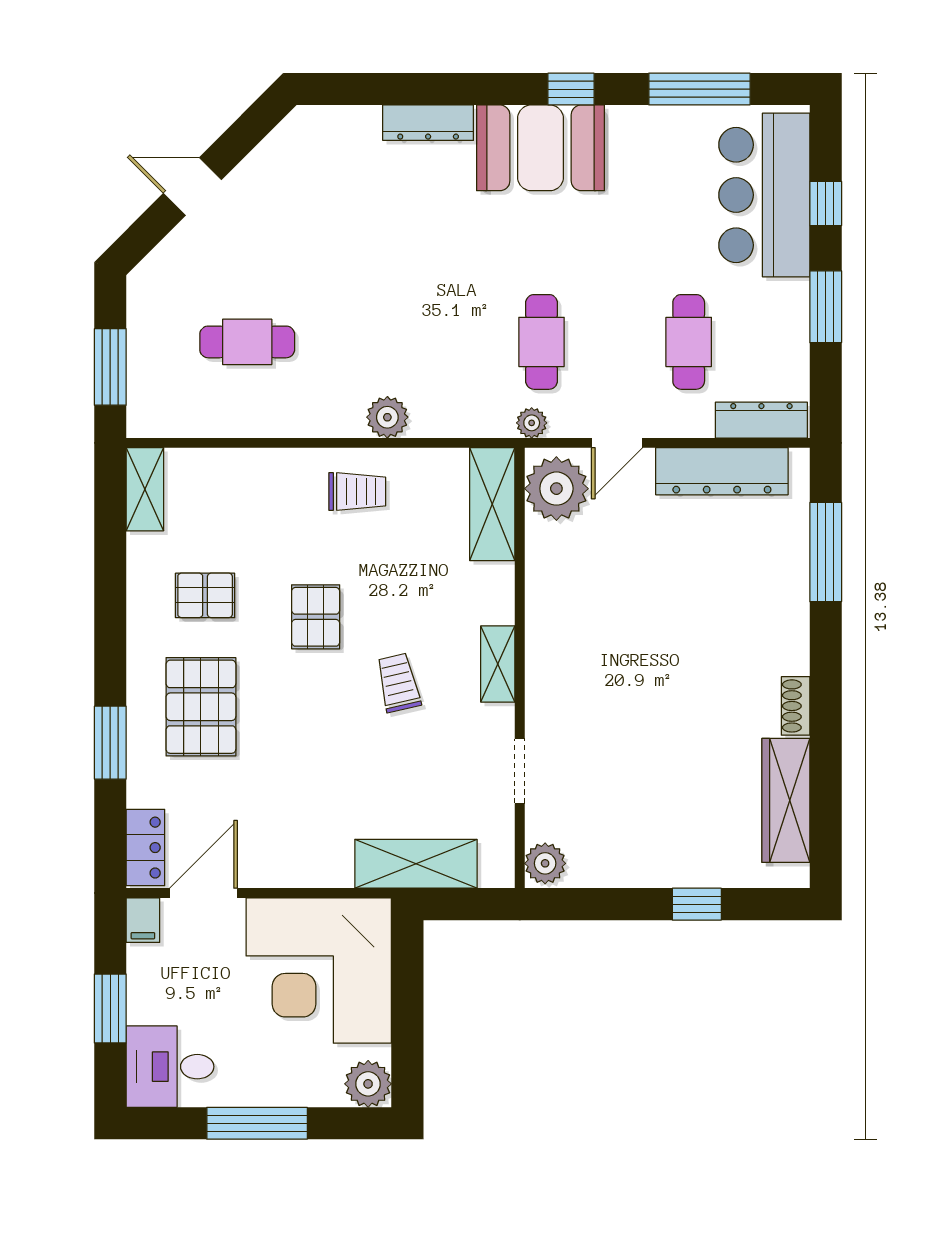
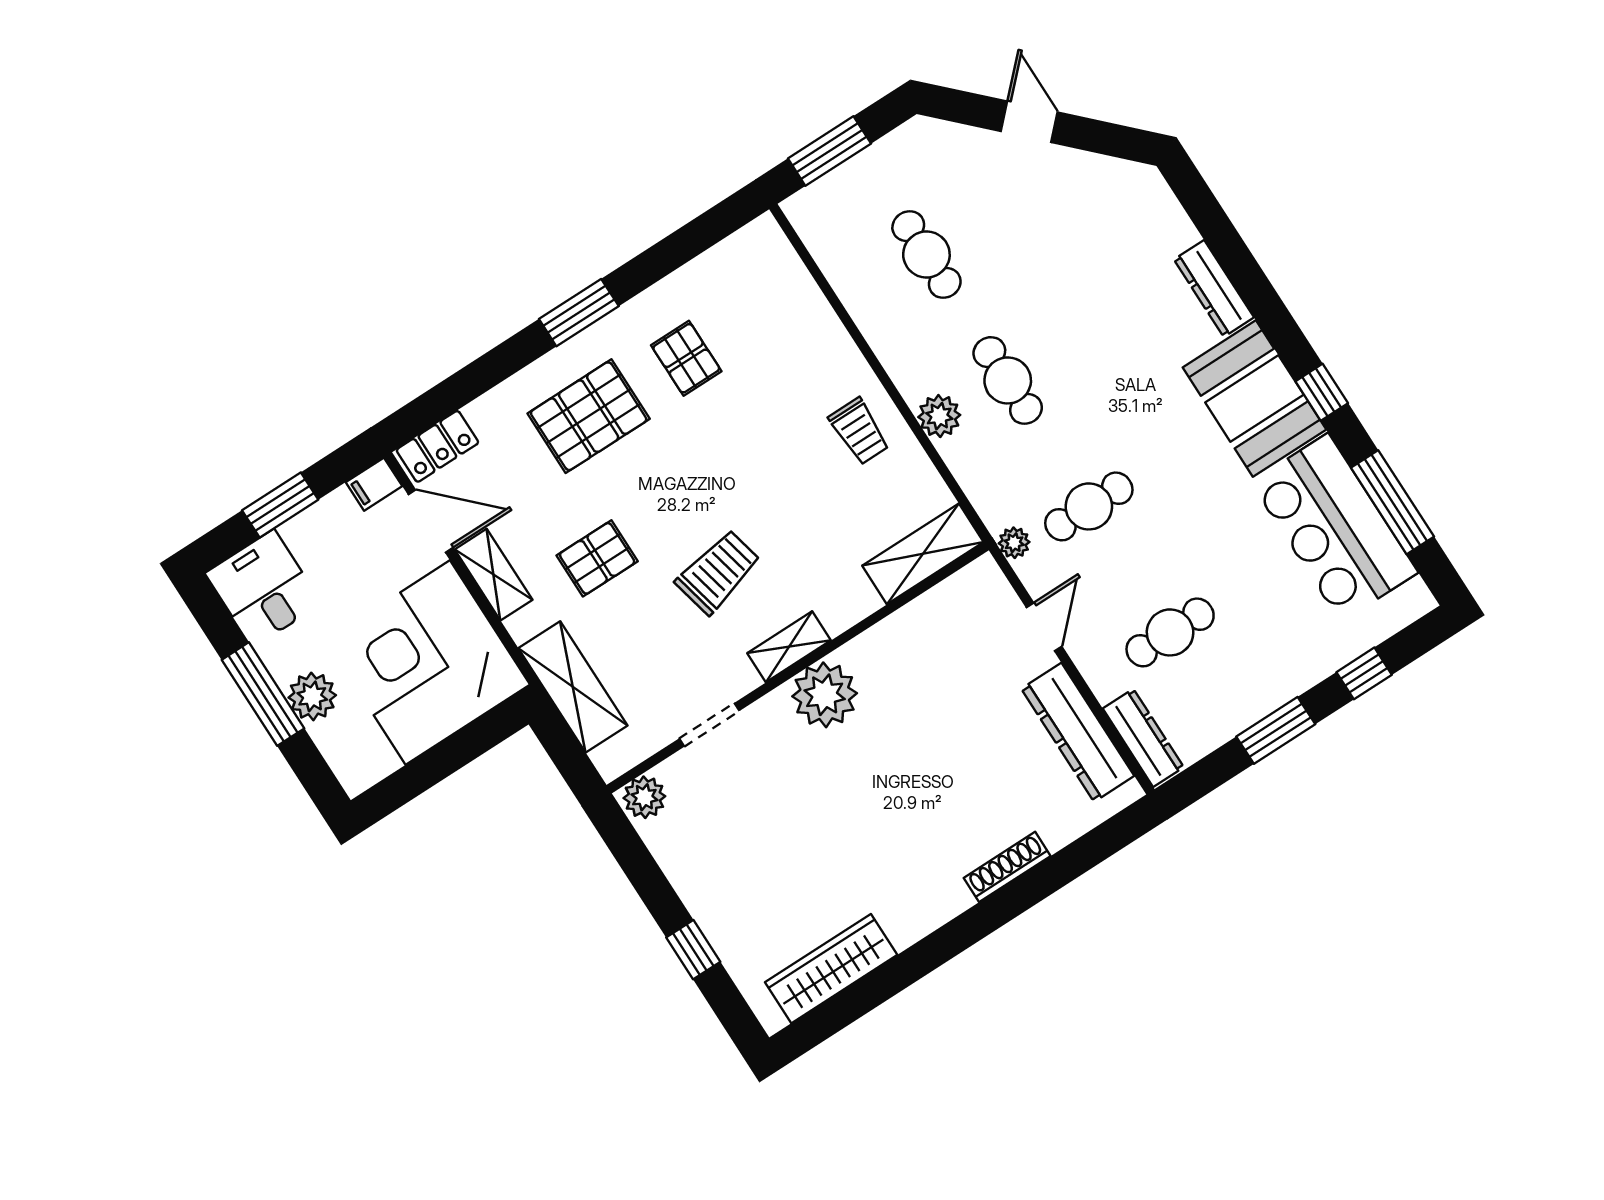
bar counter: (764, 195) -> (1334, 528), moved, turned -90
cafe table: (394, 342) -> (1008, 380), added
door: (617, 443) -> (1044, 627), swing flipped
shelving: (145, 489) -> (494, 575), moved, turned 90
plant: (556, 489) -> (825, 695), moved
window: (826, 552) -> (1066, 866), removed
pallet: (316, 617) -> (597, 558), moved
trolley: (398, 683) -> (718, 572), width x1.36, depth x1.39
shoe rack: (796, 706) -> (1007, 867), moved, width x1.43
window: (110, 743) -> (579, 313), moved
plant: (368, 1084) -> (312, 696), moved

